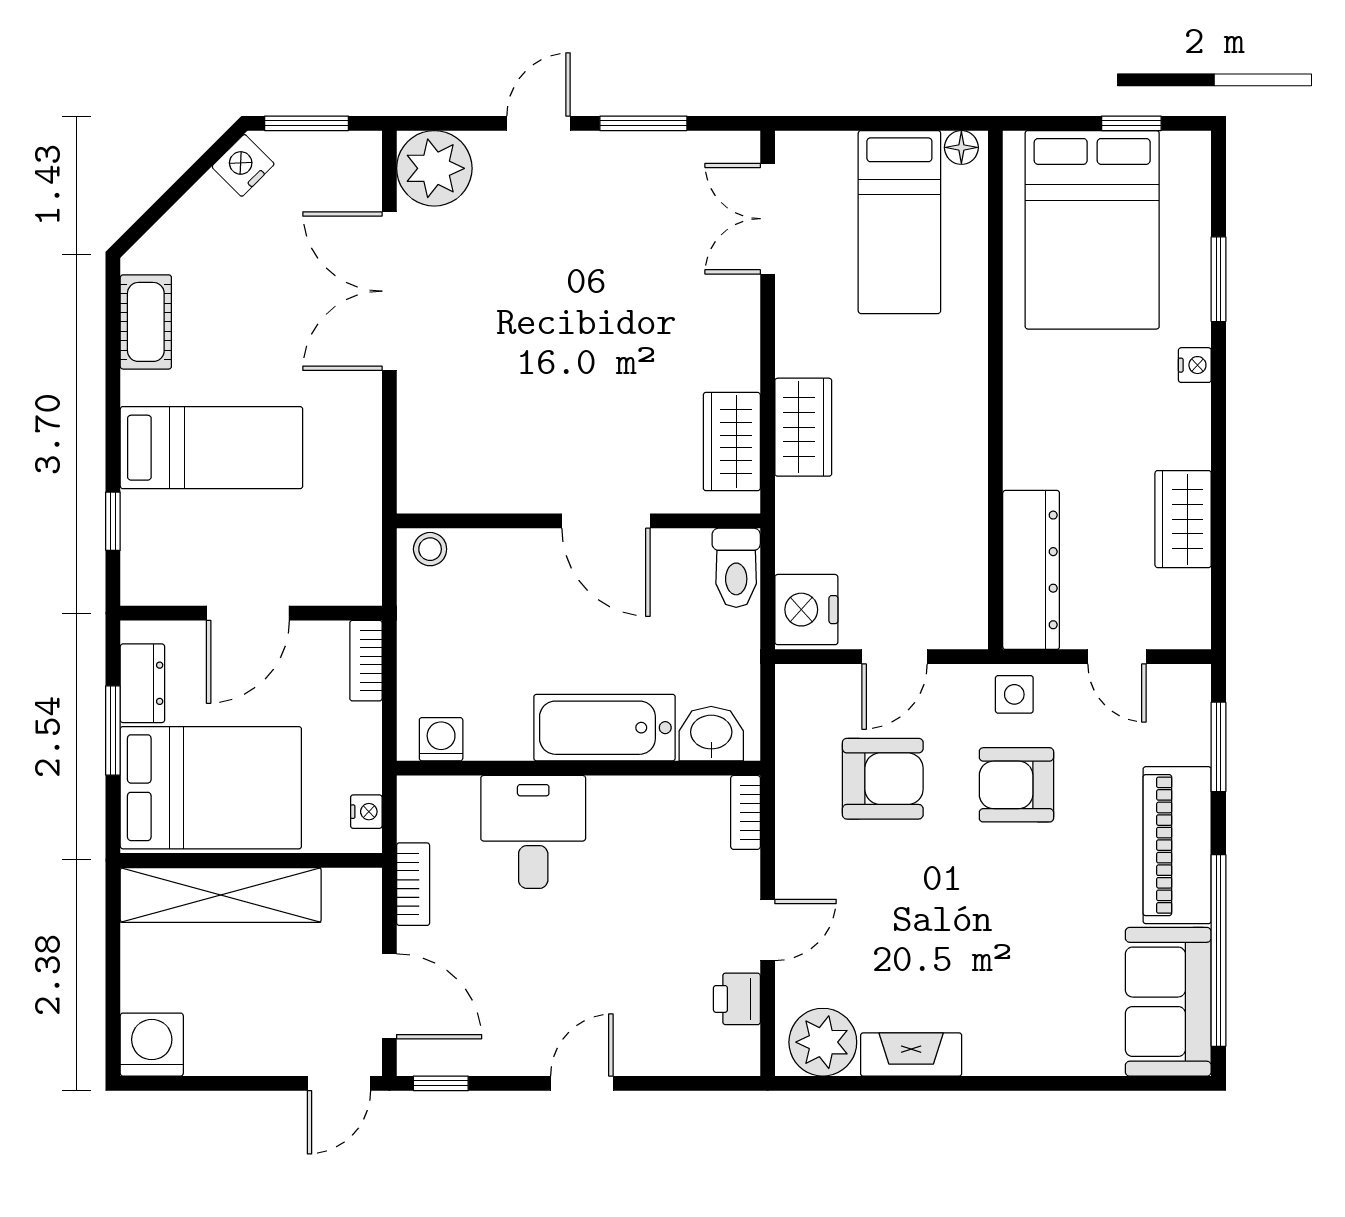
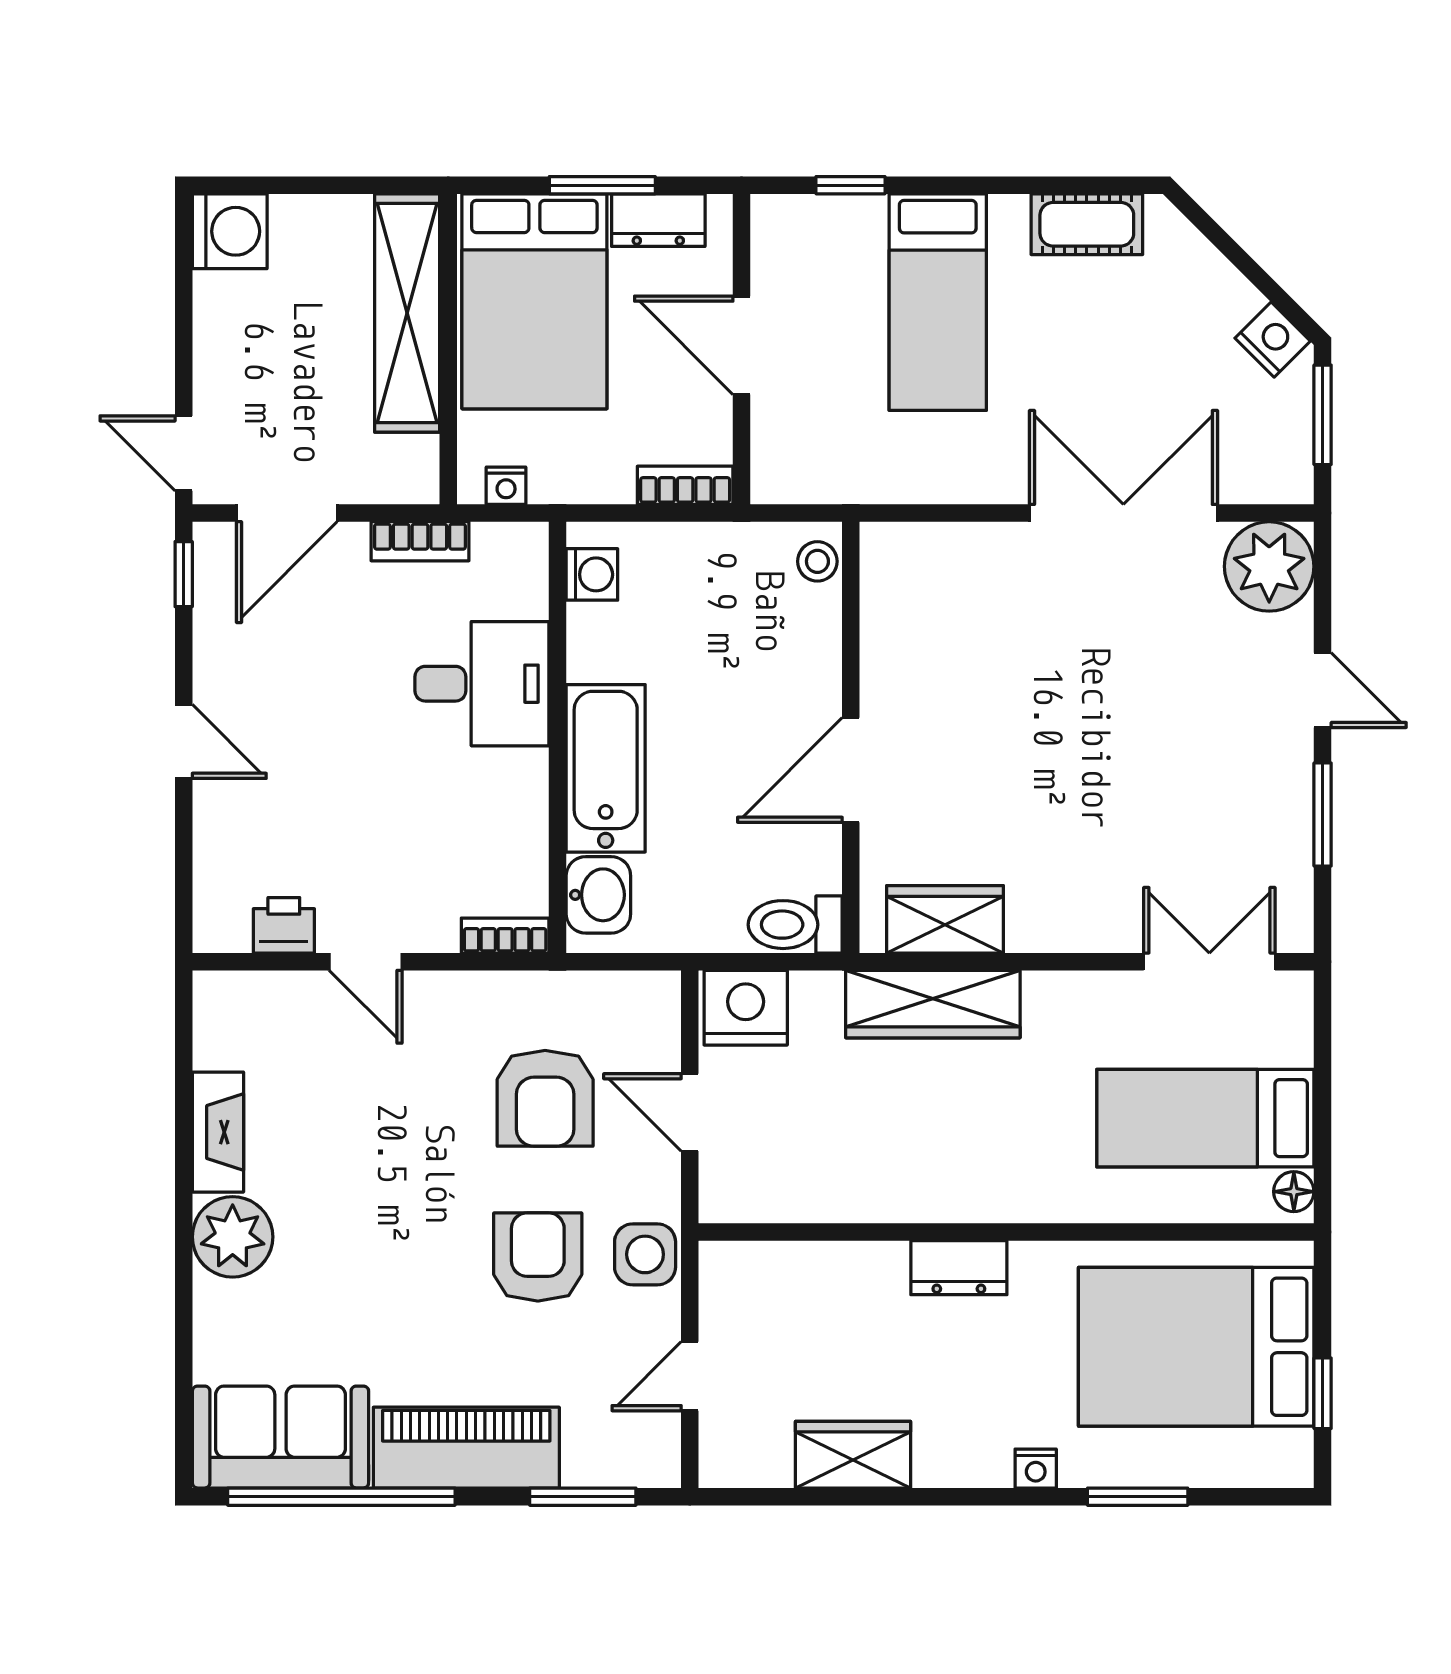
wardrobe: (803, 427) -> (933, 1004), width x1.50
dresser: (1031, 570) -> (959, 1268), moved, width x0.51, depth x0.80
side table: (1014, 694) -> (645, 1254), width x1.37, depth x1.37
plant: (823, 1042) -> (233, 1237), moved

